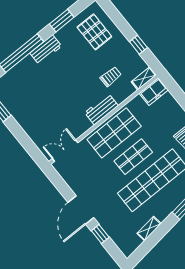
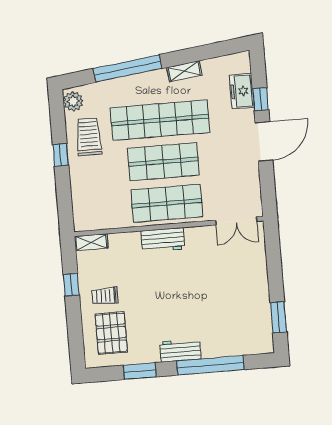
trolley: (111, 77) -> (105, 296), moved
freezer: (154, 91) -> (242, 91), moved, turned -90
shop shelf: (133, 157) -> (163, 162), width x1.43, depth x1.36
shelving: (149, 229) -> (184, 71), moved

